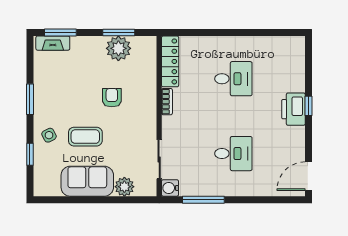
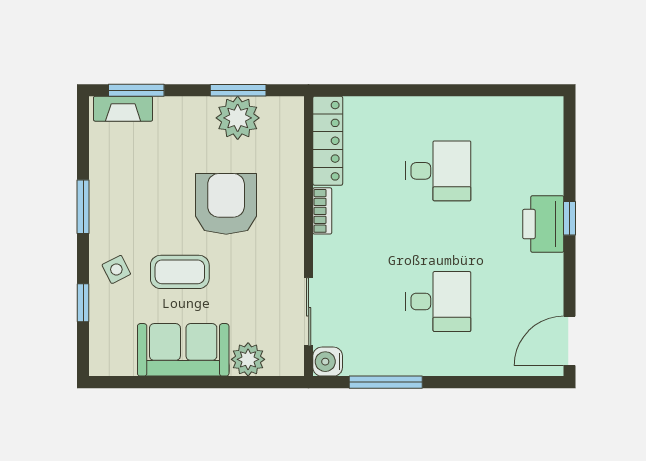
armchair: (112, 98) -> (226, 204), width x1.88, depth x1.88

